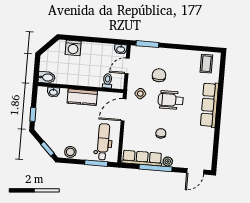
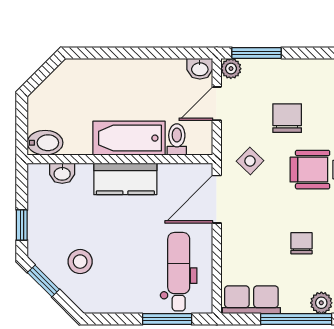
washing machine: (73, 48) -> (97, 74), removed
plant: (135, 50) -> (231, 69), added
bathtub: (85, 78) -> (129, 138), added
window: (47, 149) -> (43, 281), moved
stool: (70, 152) -> (80, 262), moved
row of seats: (142, 158) -> (251, 300), width x0.68

